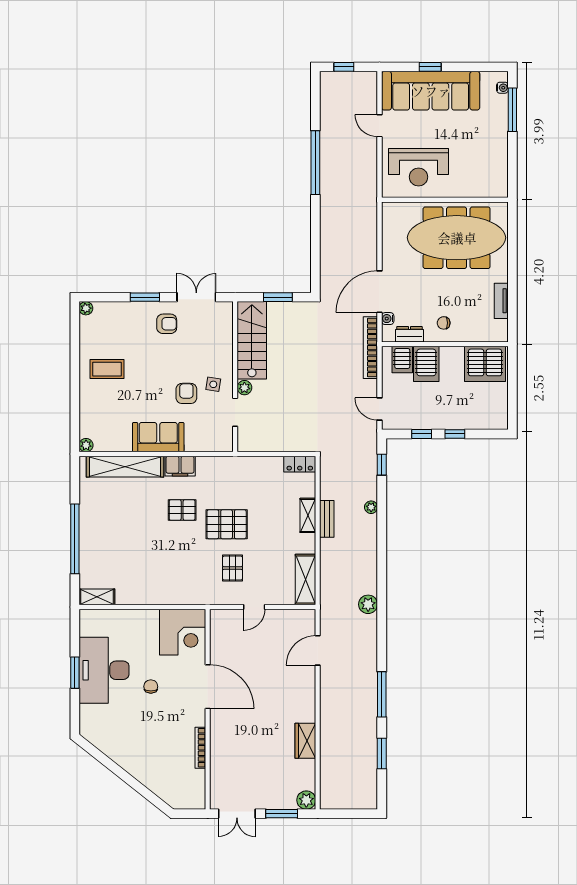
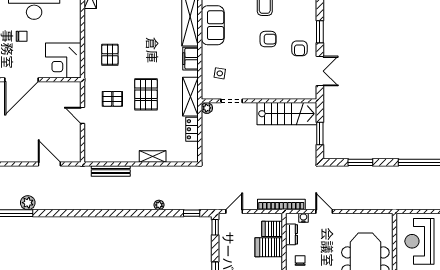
window: (315, 244) -> (360, 162), added
door: (380, 292) -> (324, 211), width x0.53
side table: (213, 384) -> (220, 73), moved
plant: (244, 388) -> (207, 108), moved
armchair: (186, 393) -> (268, 39), moved
window: (422, 434) -> (215, 227), moved
sofa: (158, 437) -> (213, 25), moved
locker: (300, 464) -> (192, 129), moved
pallet: (182, 510) -> (110, 55), moved
bench: (327, 519) -> (111, 171), moved, width x1.36
shelving: (305, 580) -> (190, 97), moved, turned 90
plant: (368, 604) -> (28, 203), moved

